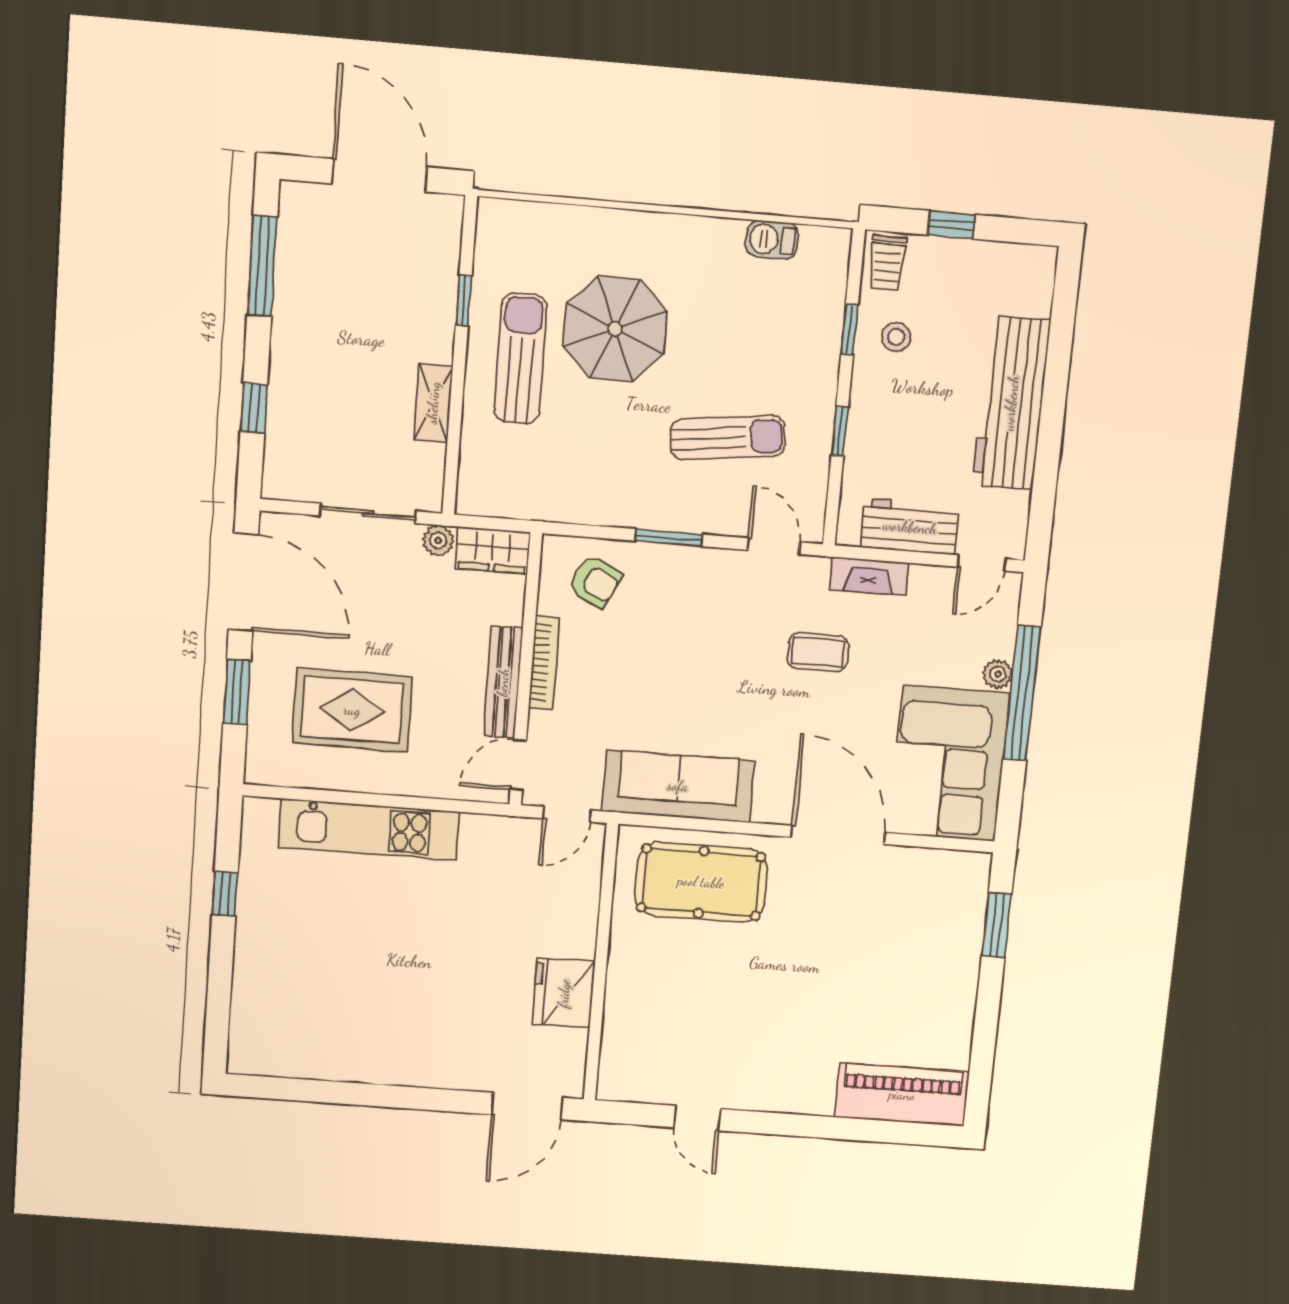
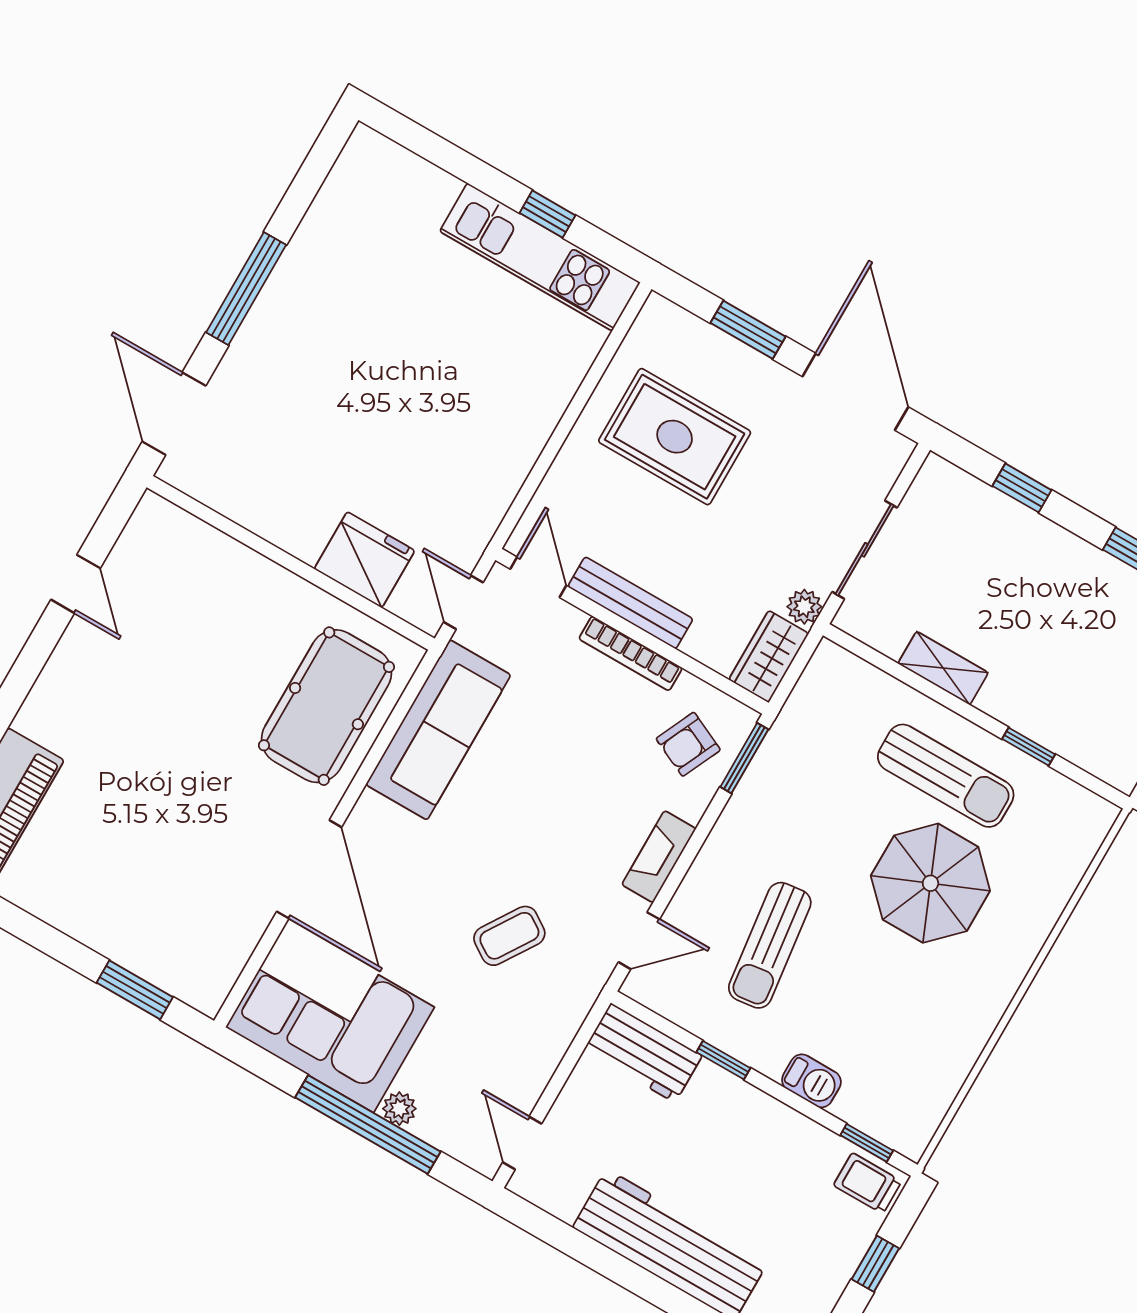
barbecue: (772, 240) -> (811, 1081), moved, turned 90
window: (849, 330) -> (867, 1143), moved
stool: (896, 337) -> (790, 1159), removed
workbench: (910, 527) -> (643, 1053), moved, turned 90
window: (669, 538) -> (744, 758), moved
fireplace: (869, 576) -> (659, 857), moved
door: (243, 582) -> (855, 392), swing flipped
coffee table: (818, 652) -> (509, 936), turned 33
rug: (352, 710) -> (675, 437), turned 90
kitchen unit: (369, 829) -> (540, 257), moved, turned -90
door: (838, 835) -> (309, 869), hinge flipped
fridge: (564, 993) -> (364, 560), moved
window: (402, 1097) -> (246, 289), added
door: (697, 1118) -> (76, 584), swing flipped

